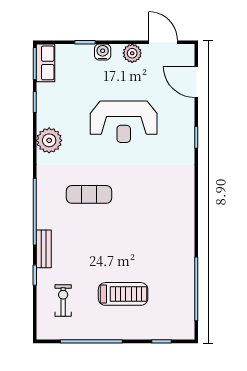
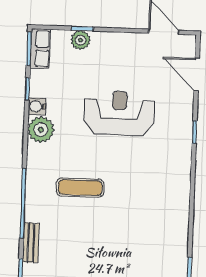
water cooler: (103, 52) -> (37, 106), moved, turned -90
plant: (132, 53) -> (81, 40), moved
reception desk: (124, 122) -> (119, 113), turned 180

